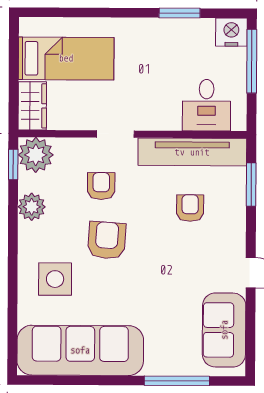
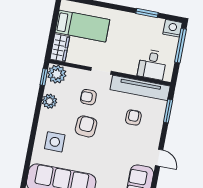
armchair: (101, 186) -> (88, 97), turned -90

